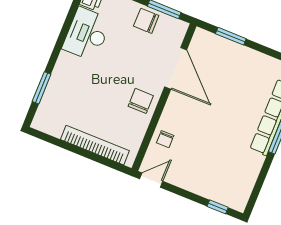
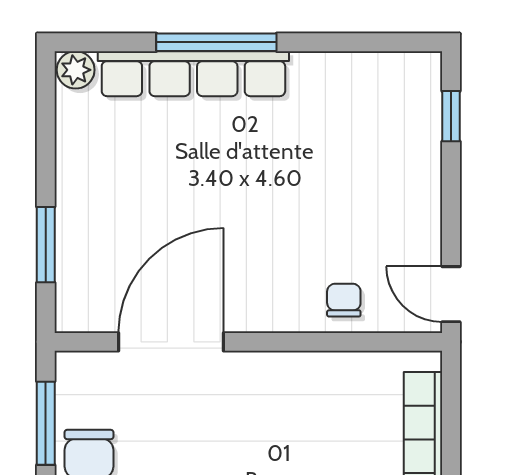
chair: (141, 101) -> (279, 392), removed
chair: (165, 139) -> (344, 300), turned -90

